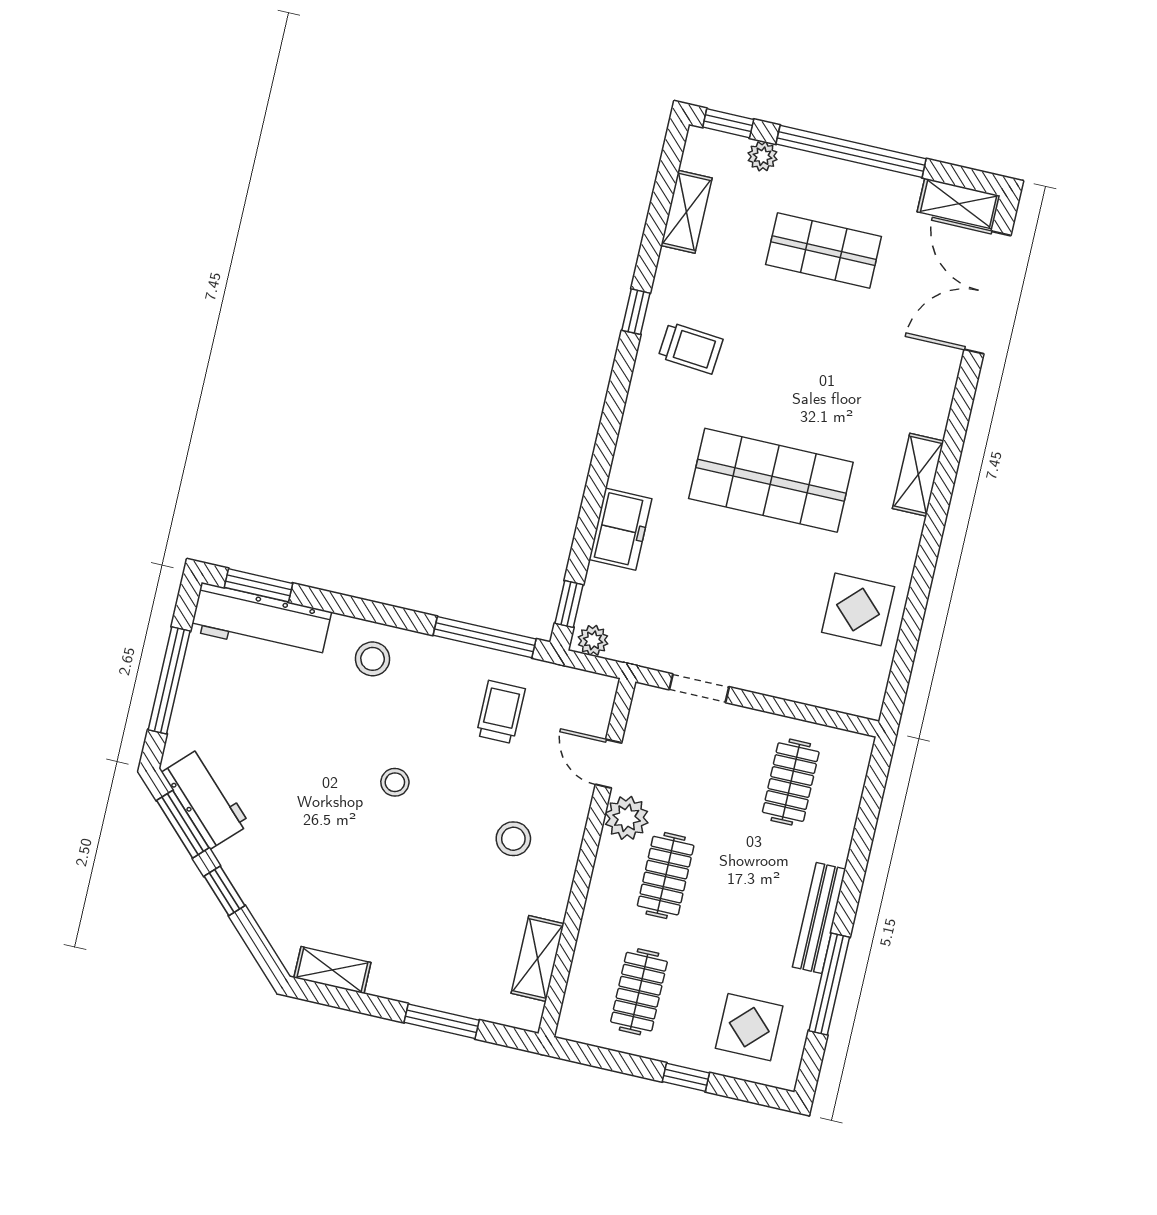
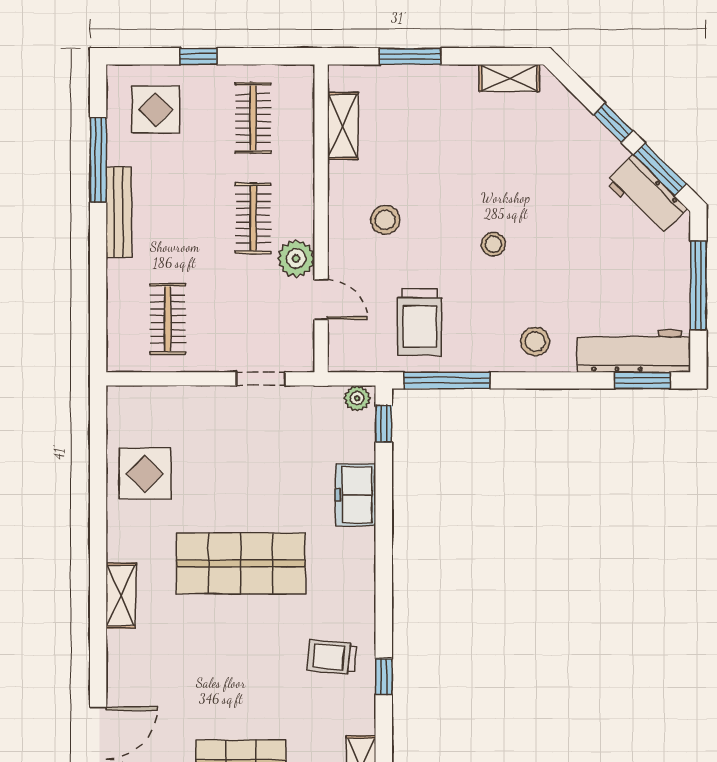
trolley: (501, 712) -> (420, 322), width x1.36, depth x1.39

